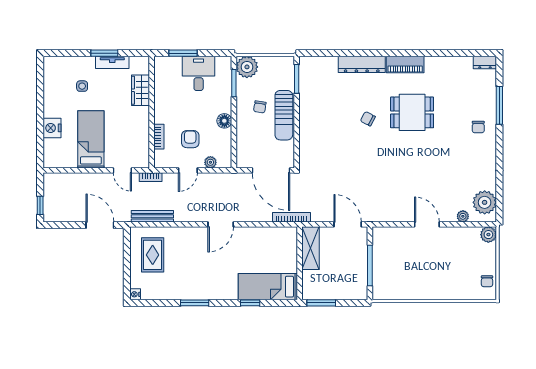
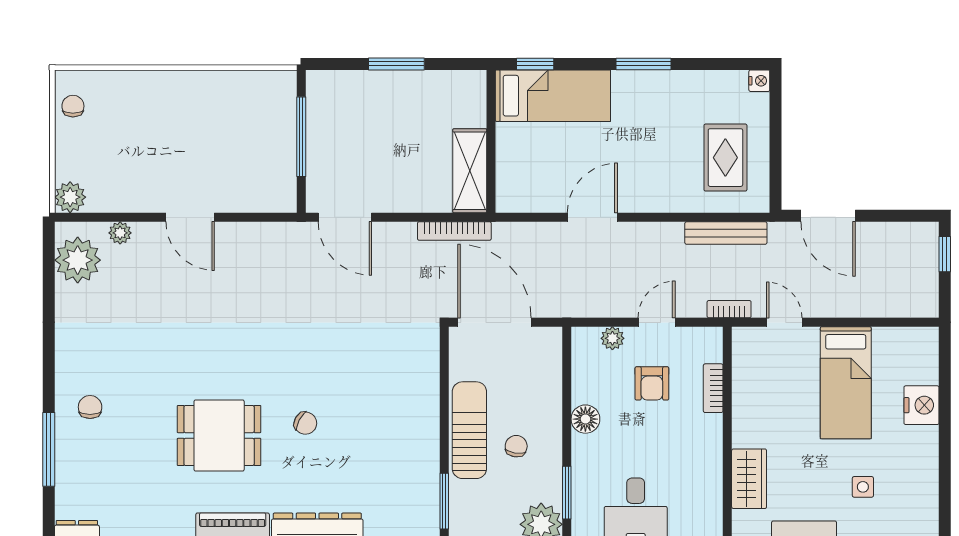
shelving: (311, 248) -> (470, 171), moved
wall: (300, 263) -> (491, 141), moved
bed: (268, 287) -> (553, 96), moved

